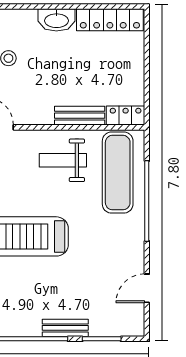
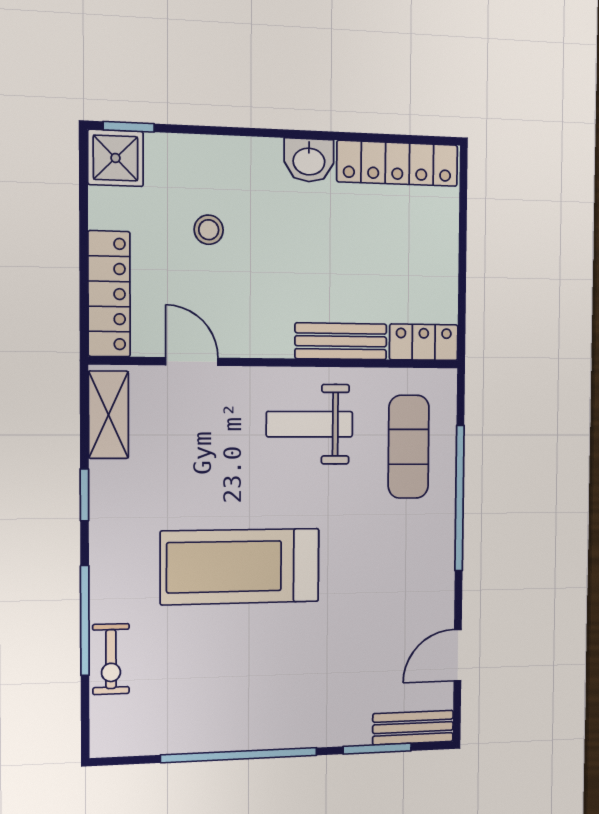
washbasin: (56, 20) -> (309, 160), width x0.72
exercise mat: (118, 173) -> (409, 447), width x0.73, depth x0.69
bench: (65, 328) -> (413, 728), moved

